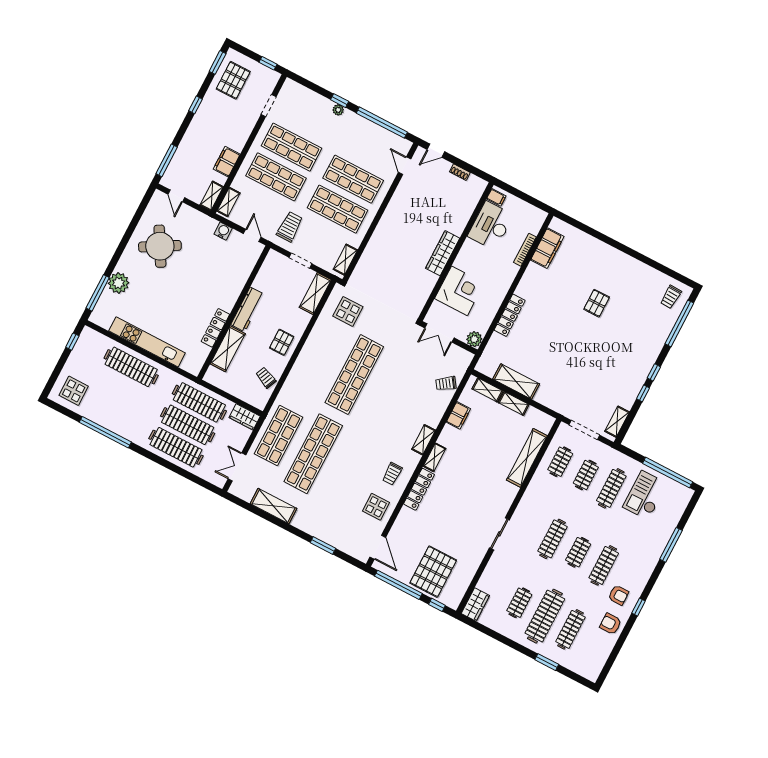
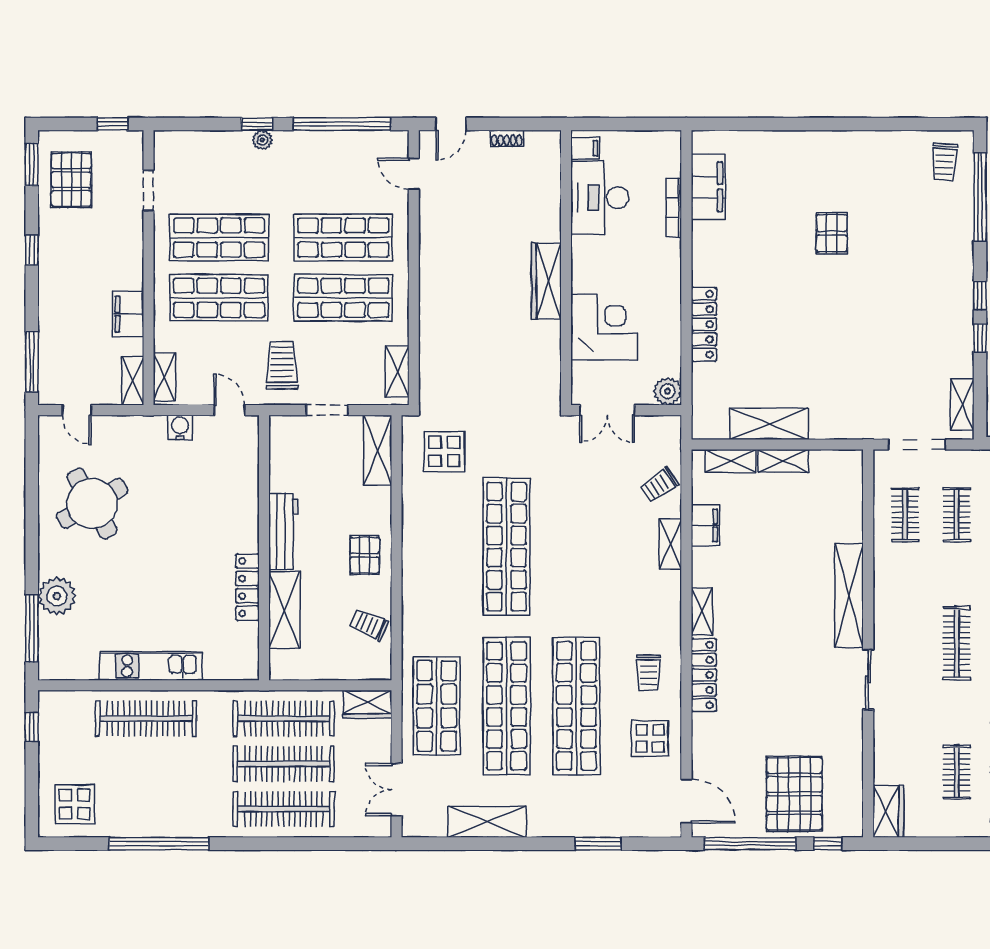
kitchen unit: (147, 342) -> (151, 666), width x0.73
shelving: (424, 440) -> (670, 544), moved
shelving: (527, 458) -> (849, 595), moved
shop shelf: (348, 472) -> (576, 706), added

